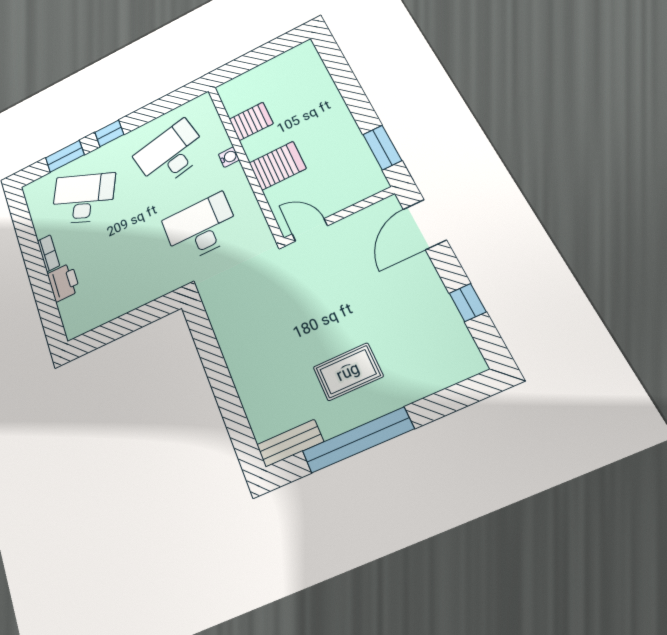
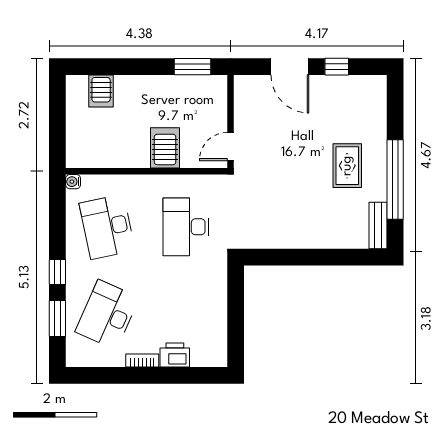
server rack: (251, 121) -> (101, 91), moved, turned 180
water cooler: (229, 157) -> (73, 182), moved, turned -90
door: (425, 224) -> (290, 67), moved

